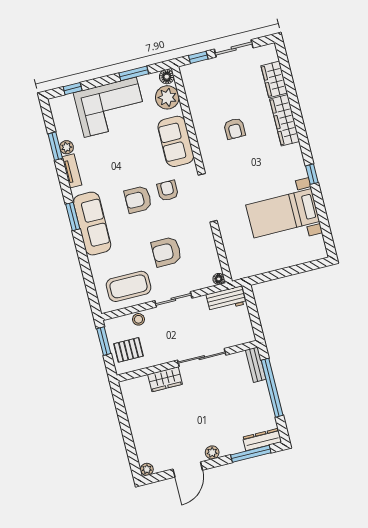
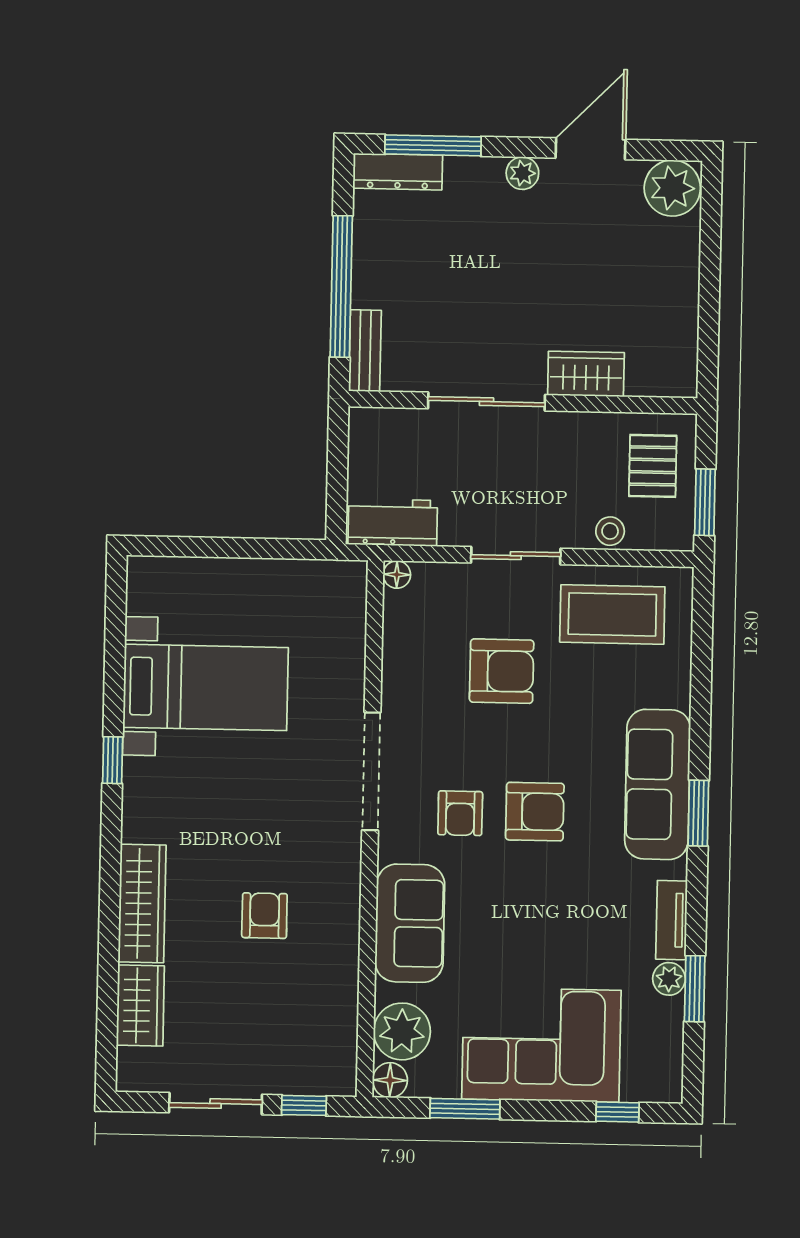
pallet: (129, 350) -> (653, 466), turned 90
plant: (147, 469) -> (672, 188), width x1.87, depth x1.87

